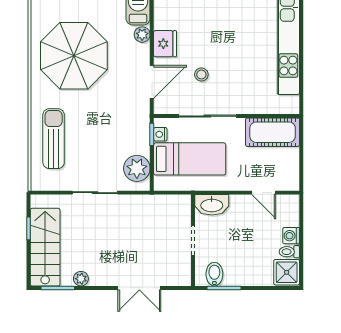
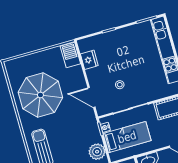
plant: (142, 35) -> (78, 71), removed
fridge: (165, 44) -> (89, 60), moved
door: (152, 82) -> (91, 97), swing flipped

